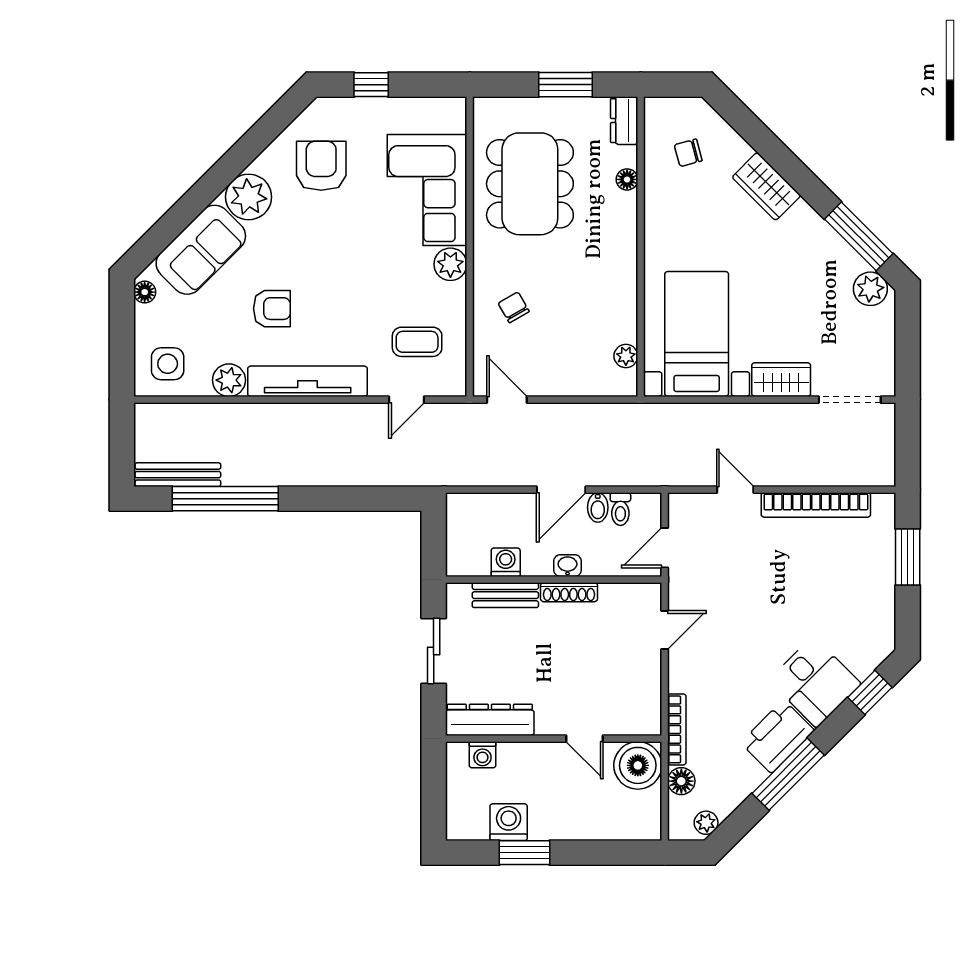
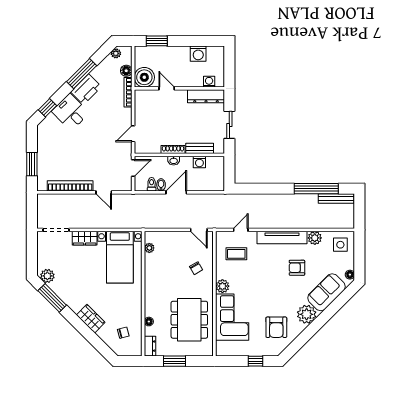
window: (525, 853) -> (157, 41), moved

